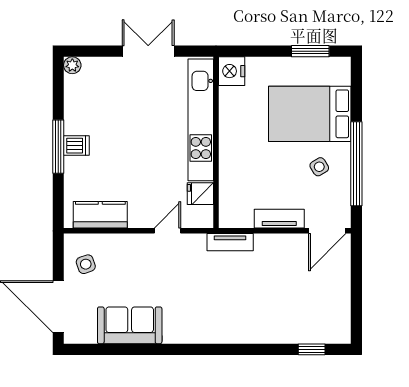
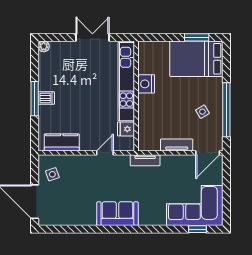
nightstand: (232, 71) -> (146, 84), moved
bed: (310, 114) -> (196, 59), moved
corner sofa: (307, 313) -> (195, 206), added
sofa: (130, 325) -> (117, 214), moved

